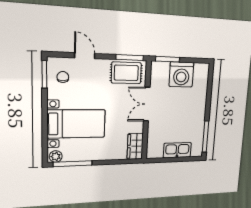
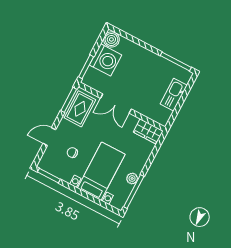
boiler: (201, 71) -> (111, 39), added
chair: (63, 77) -> (72, 153), moved
plant: (56, 156) -> (132, 178), moved

